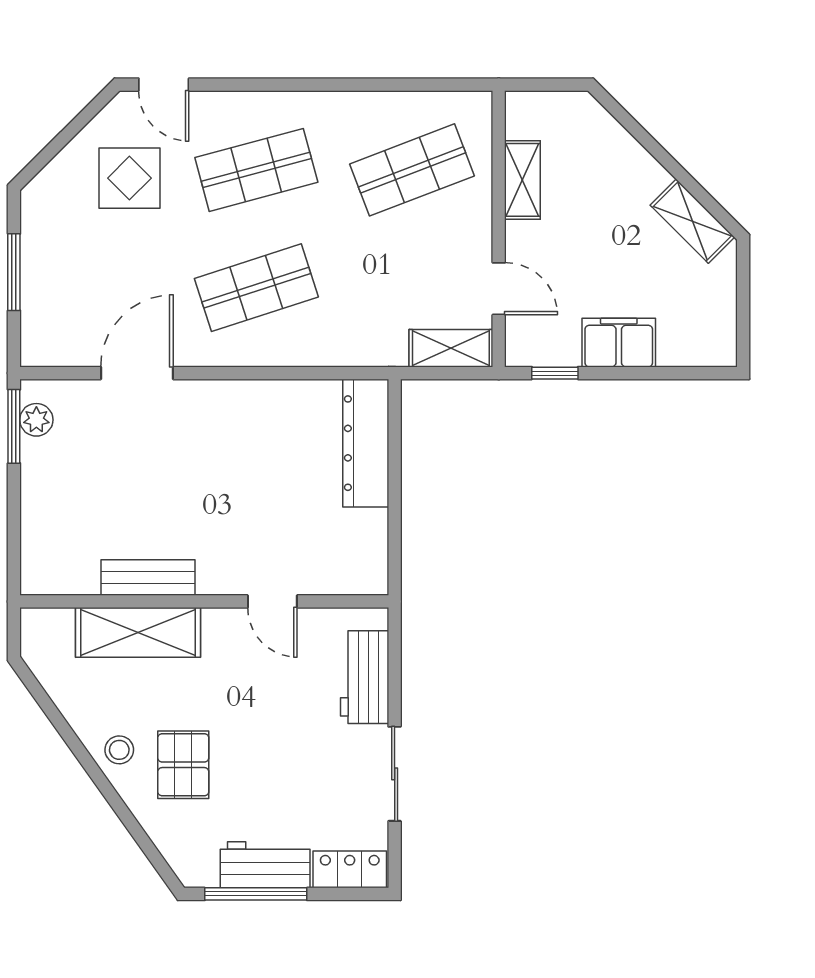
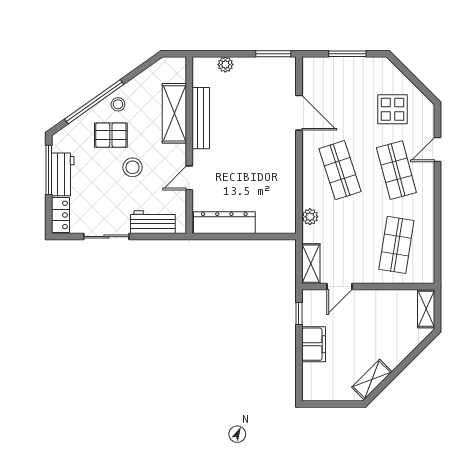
door: (164, 85) -> (437, 150), moved
shop shelf: (412, 170) -> (396, 245), turned 30
shelving: (522, 180) -> (426, 309), moved, turned 90
plant: (353, 350) -> (310, 217), added
plant: (36, 420) -> (225, 65), moved
dresser: (366, 443) -> (224, 223), moved
bench: (148, 578) -> (201, 118), width x1.36
stool: (250, 720) -> (132, 167), added
window: (114, 799) -> (94, 102), added

